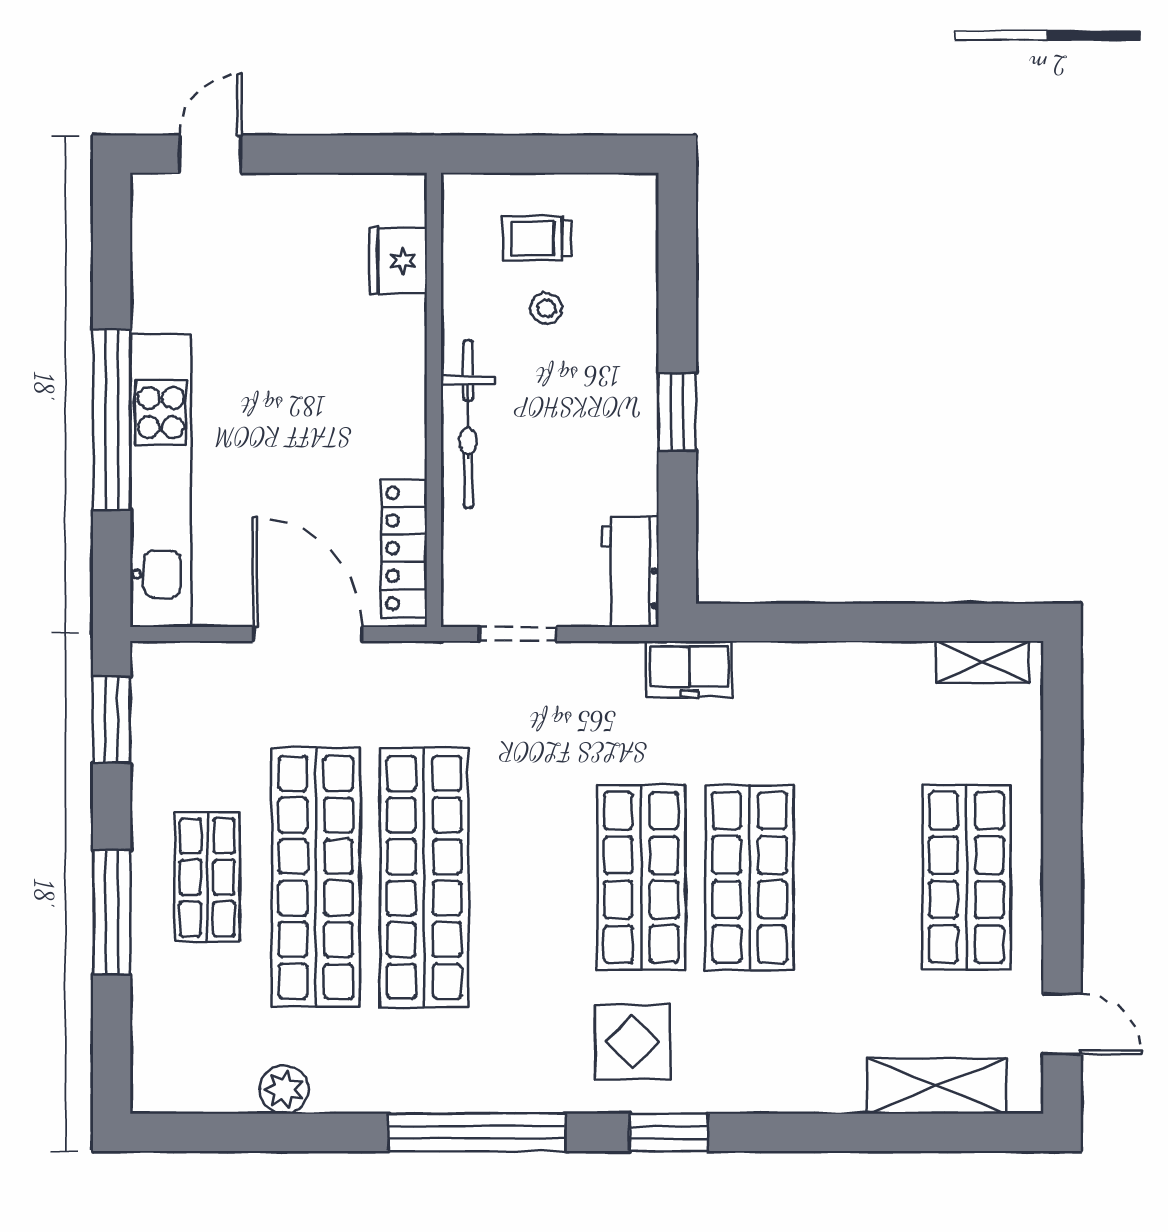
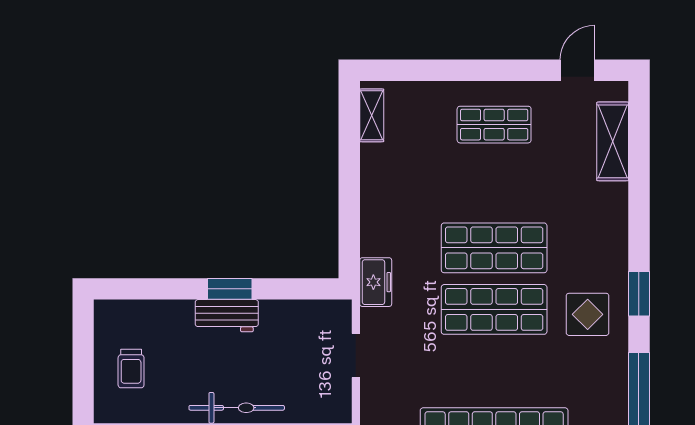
stool: (546, 308) -> (171, 363), removed
workbench: (630, 572) -> (227, 316), moved
doorway: (518, 634) -> (356, 355), moved
shop shelf: (966, 877) -> (494, 125), width x0.70, depth x0.74

